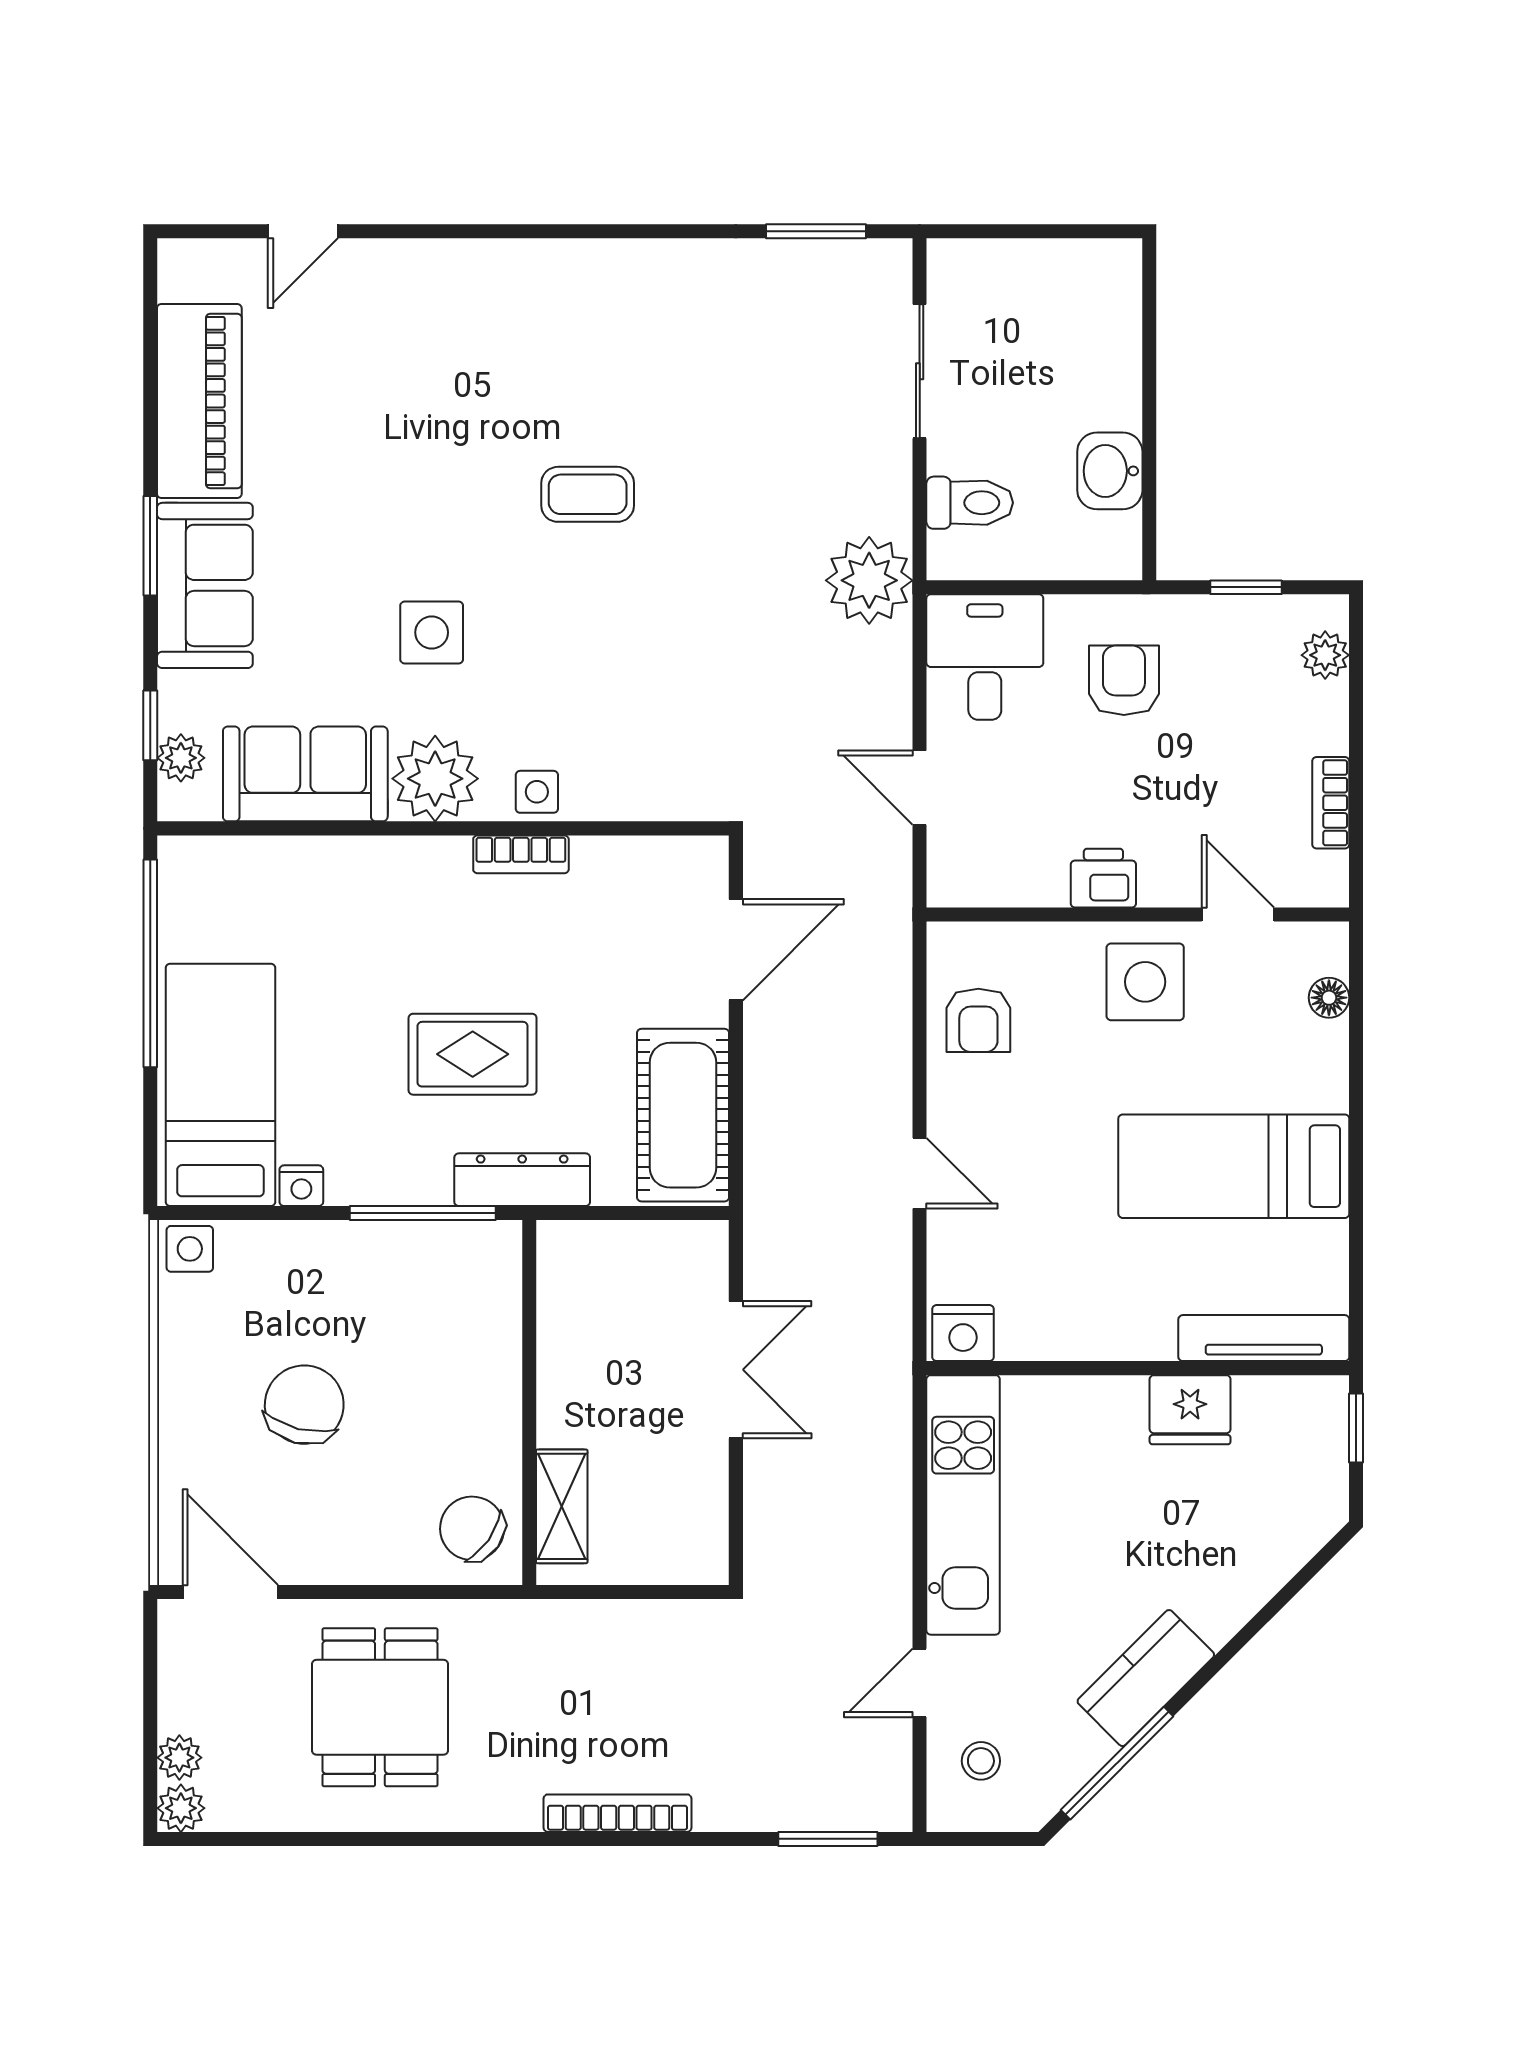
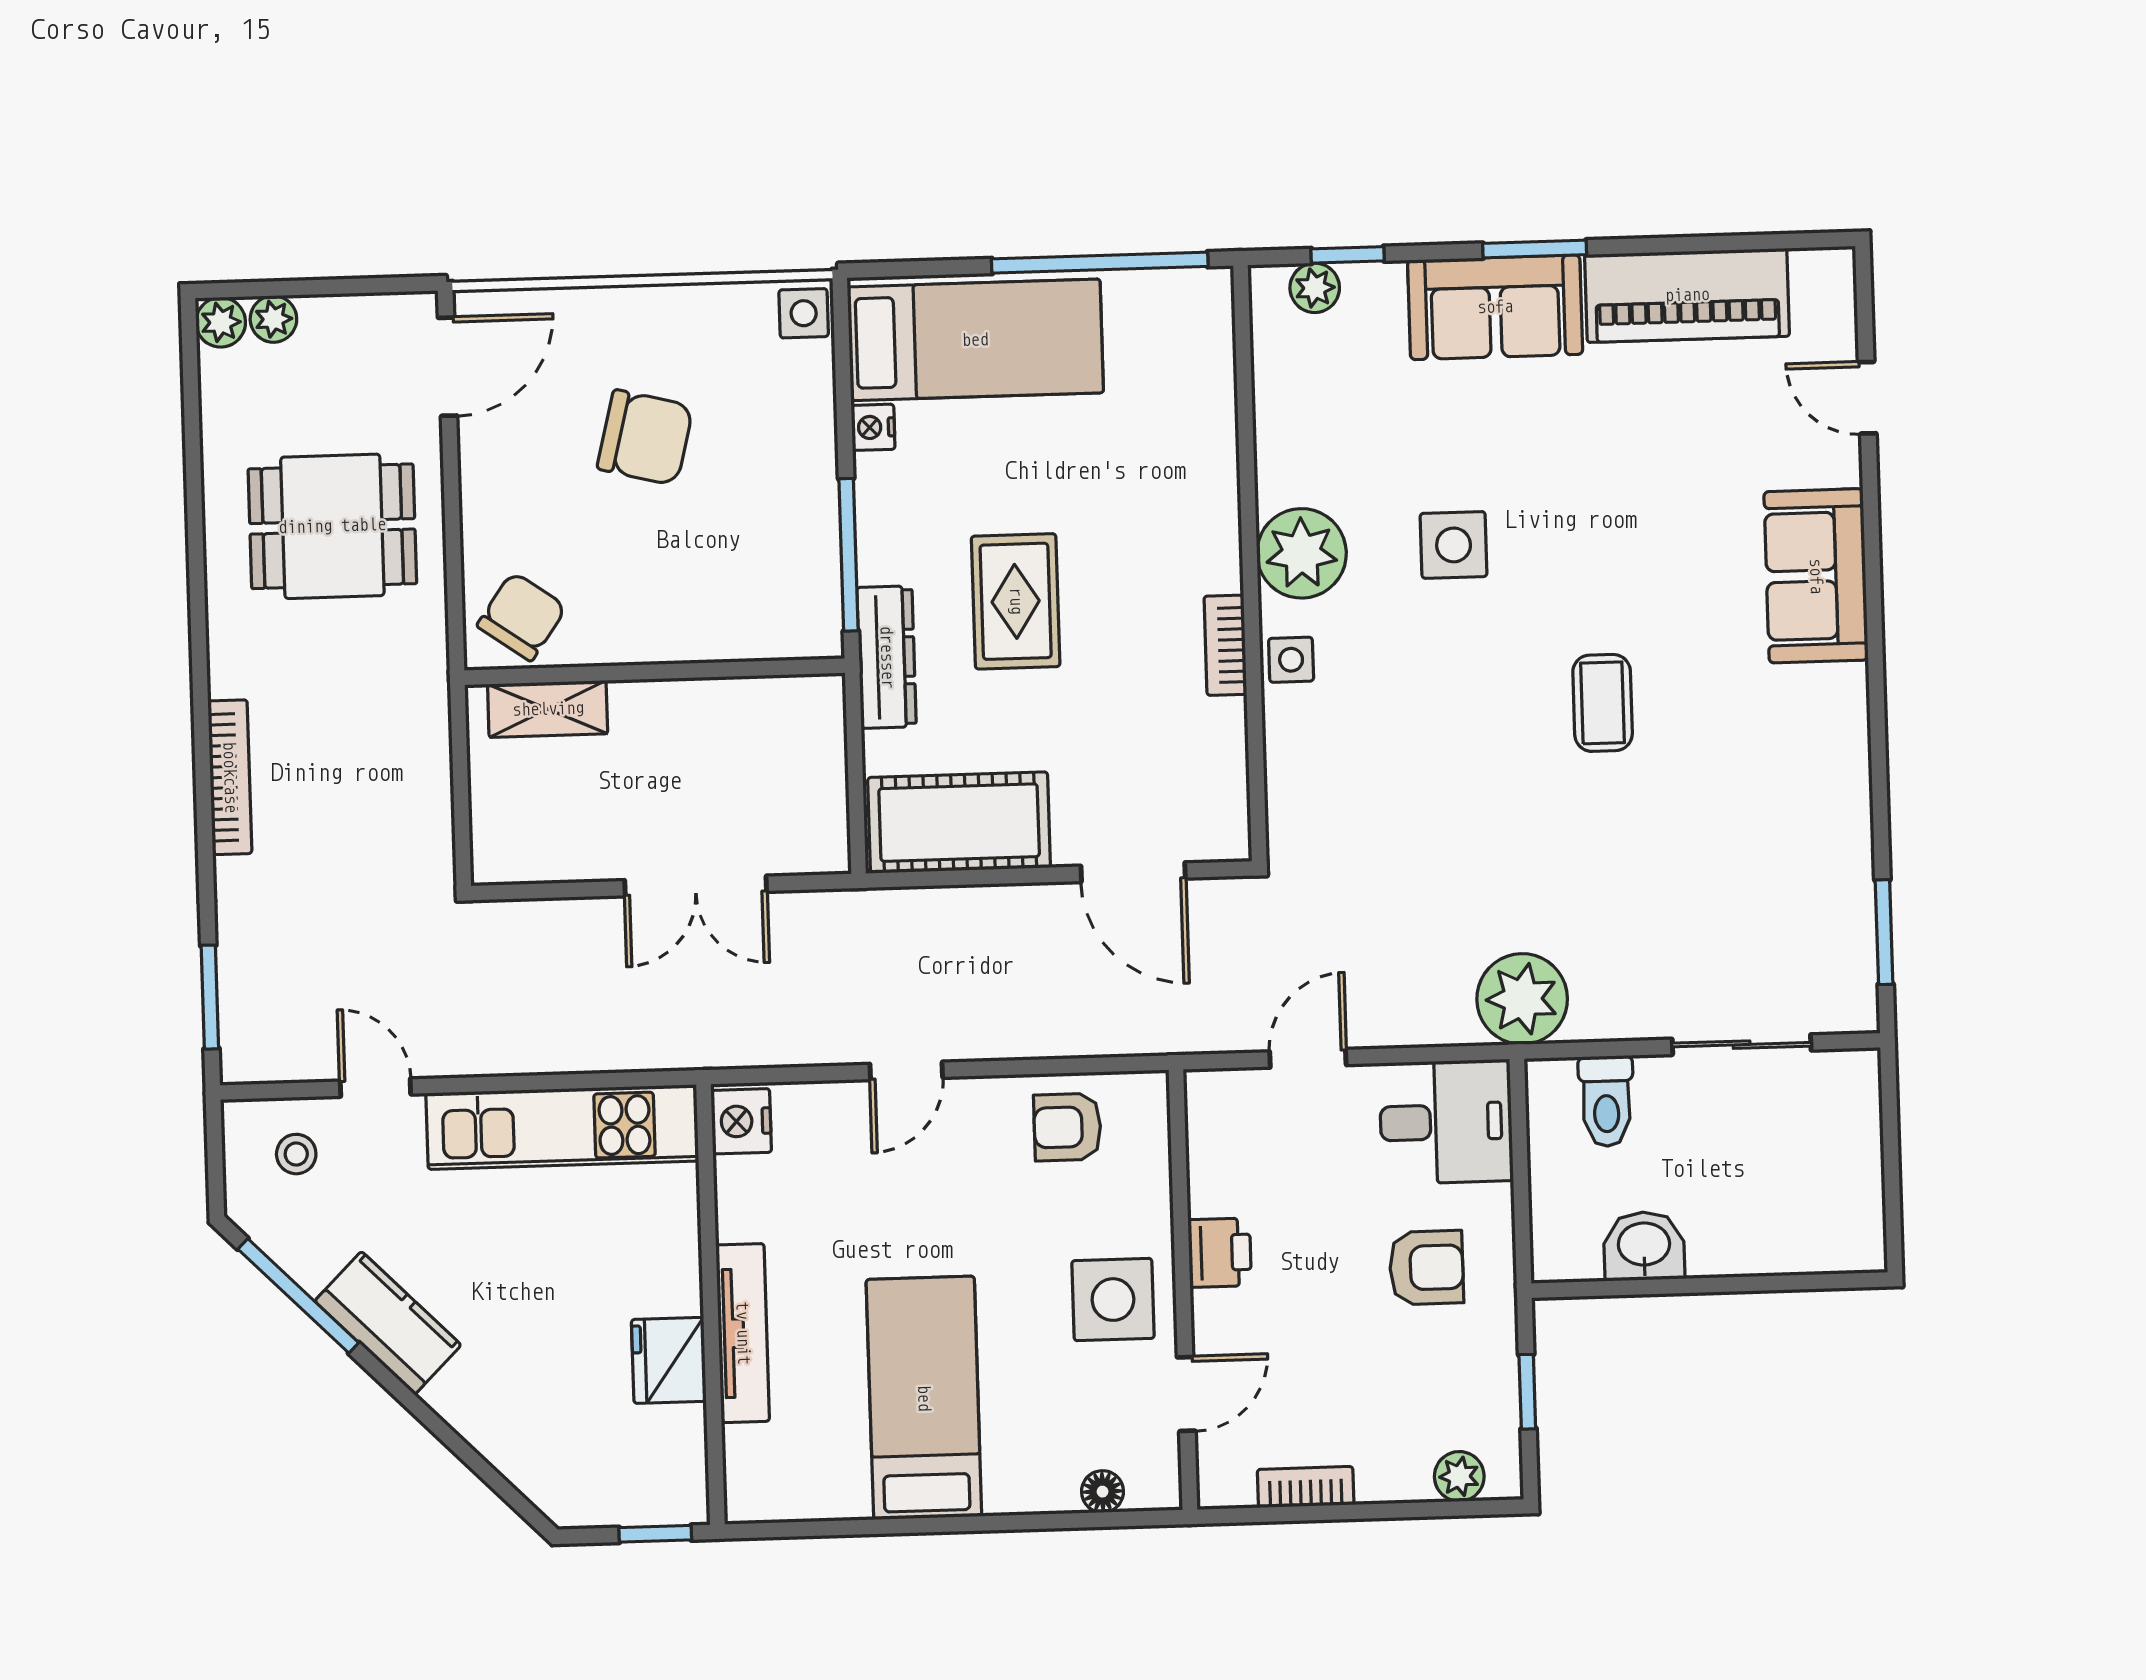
sofa: (305, 774) -> (1816, 576), moved, turned 180
tv unit: (1264, 1338) -> (743, 1333), moved

